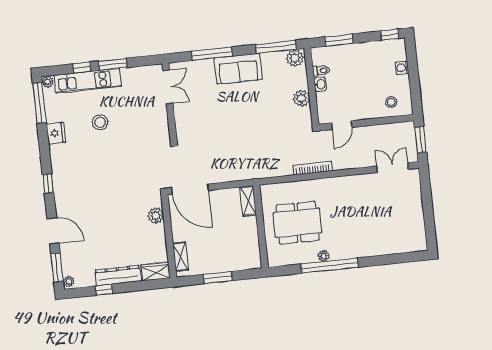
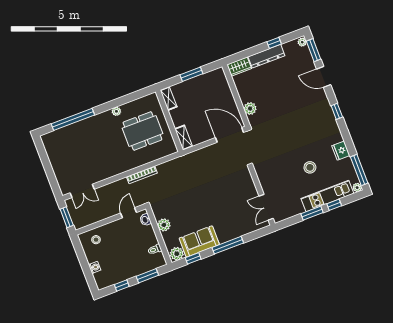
window: (390, 35) -> (122, 285), moved
window: (276, 47) -> (193, 258), width x0.46
window: (212, 54) -> (228, 245), moved
sofa: (238, 69) -> (199, 241), moved
washbasin: (320, 84) -> (145, 220), moved
shelving: (181, 257) -> (169, 98), moved
window: (329, 266) -> (73, 119), moved

